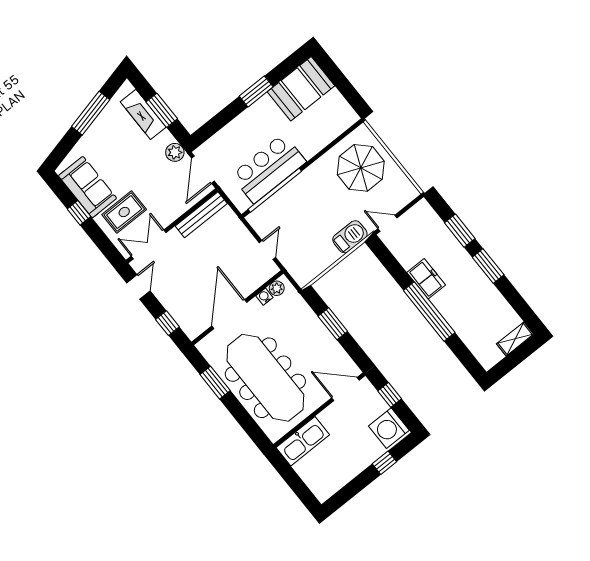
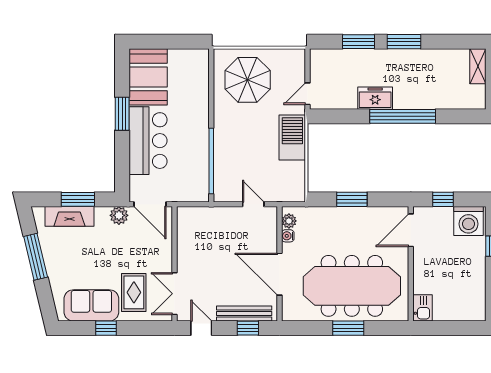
bar counter: (269, 168) -> (148, 141), moved, turned 180
bench: (201, 215) -> (244, 314), moved, turned 90
barbecue: (350, 237) -> (292, 138), width x1.37, depth x1.21
window: (215, 383) -> (348, 328), moved
kitchen sink: (303, 441) -> (423, 308), width x0.53, depth x0.81

